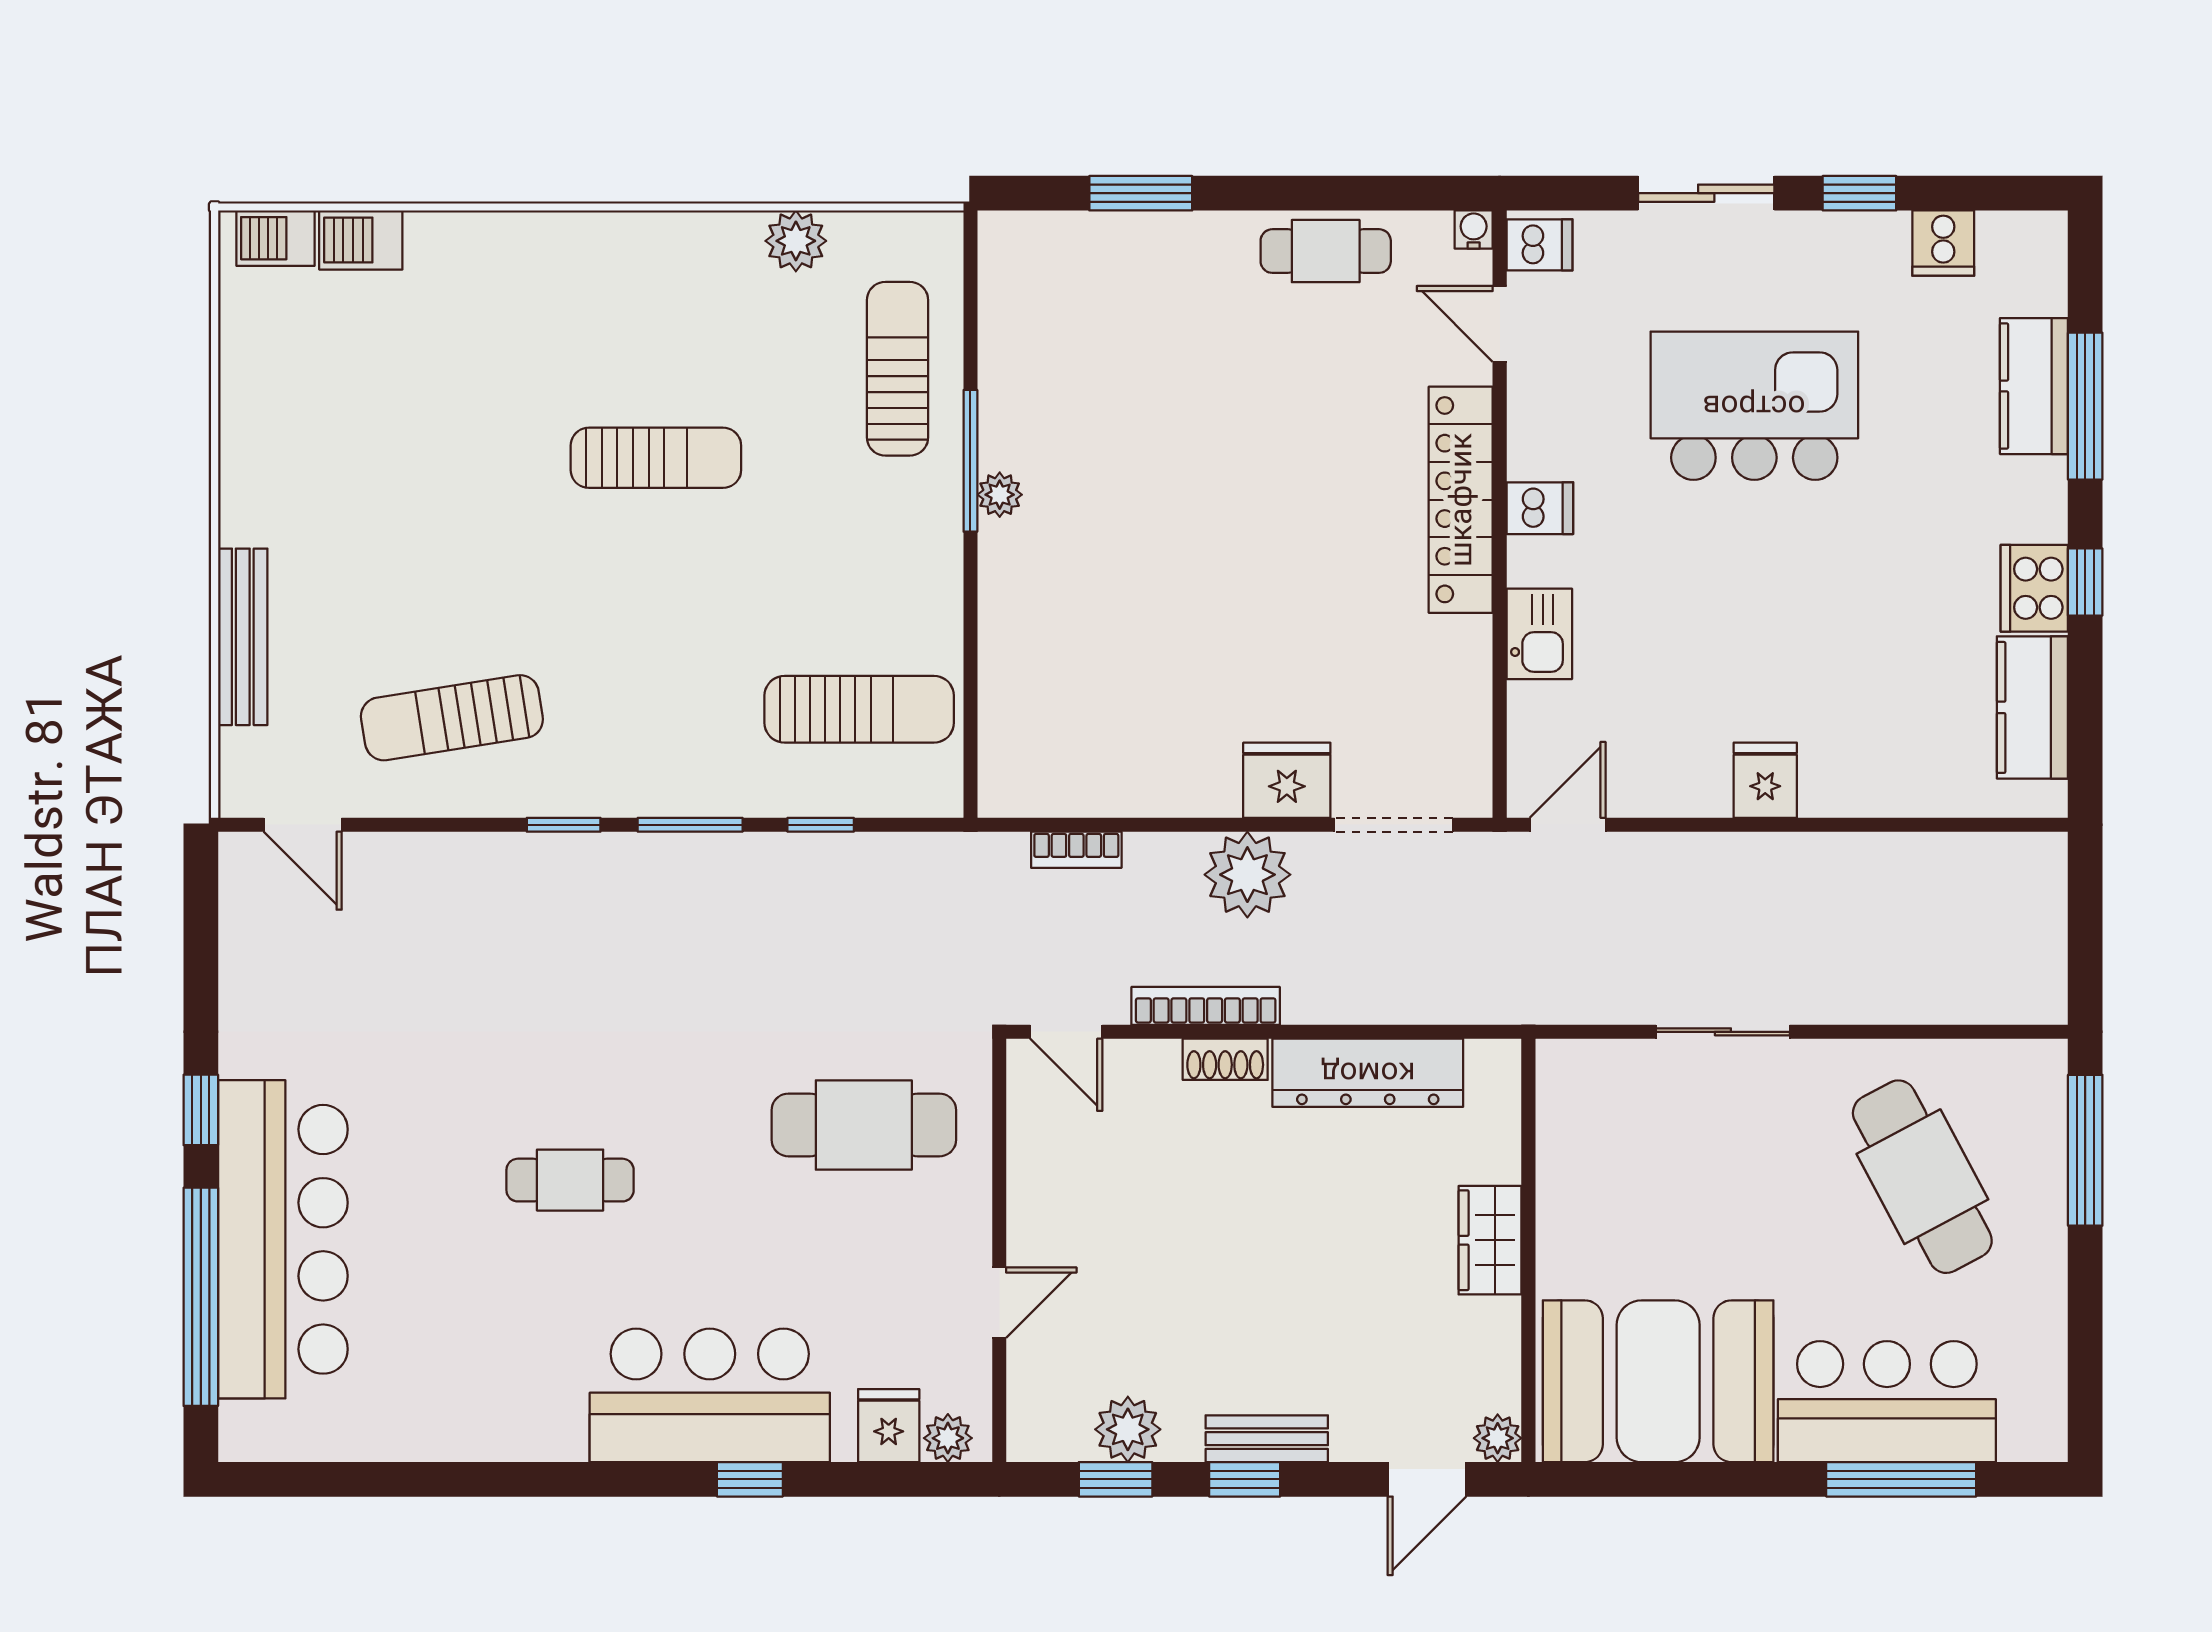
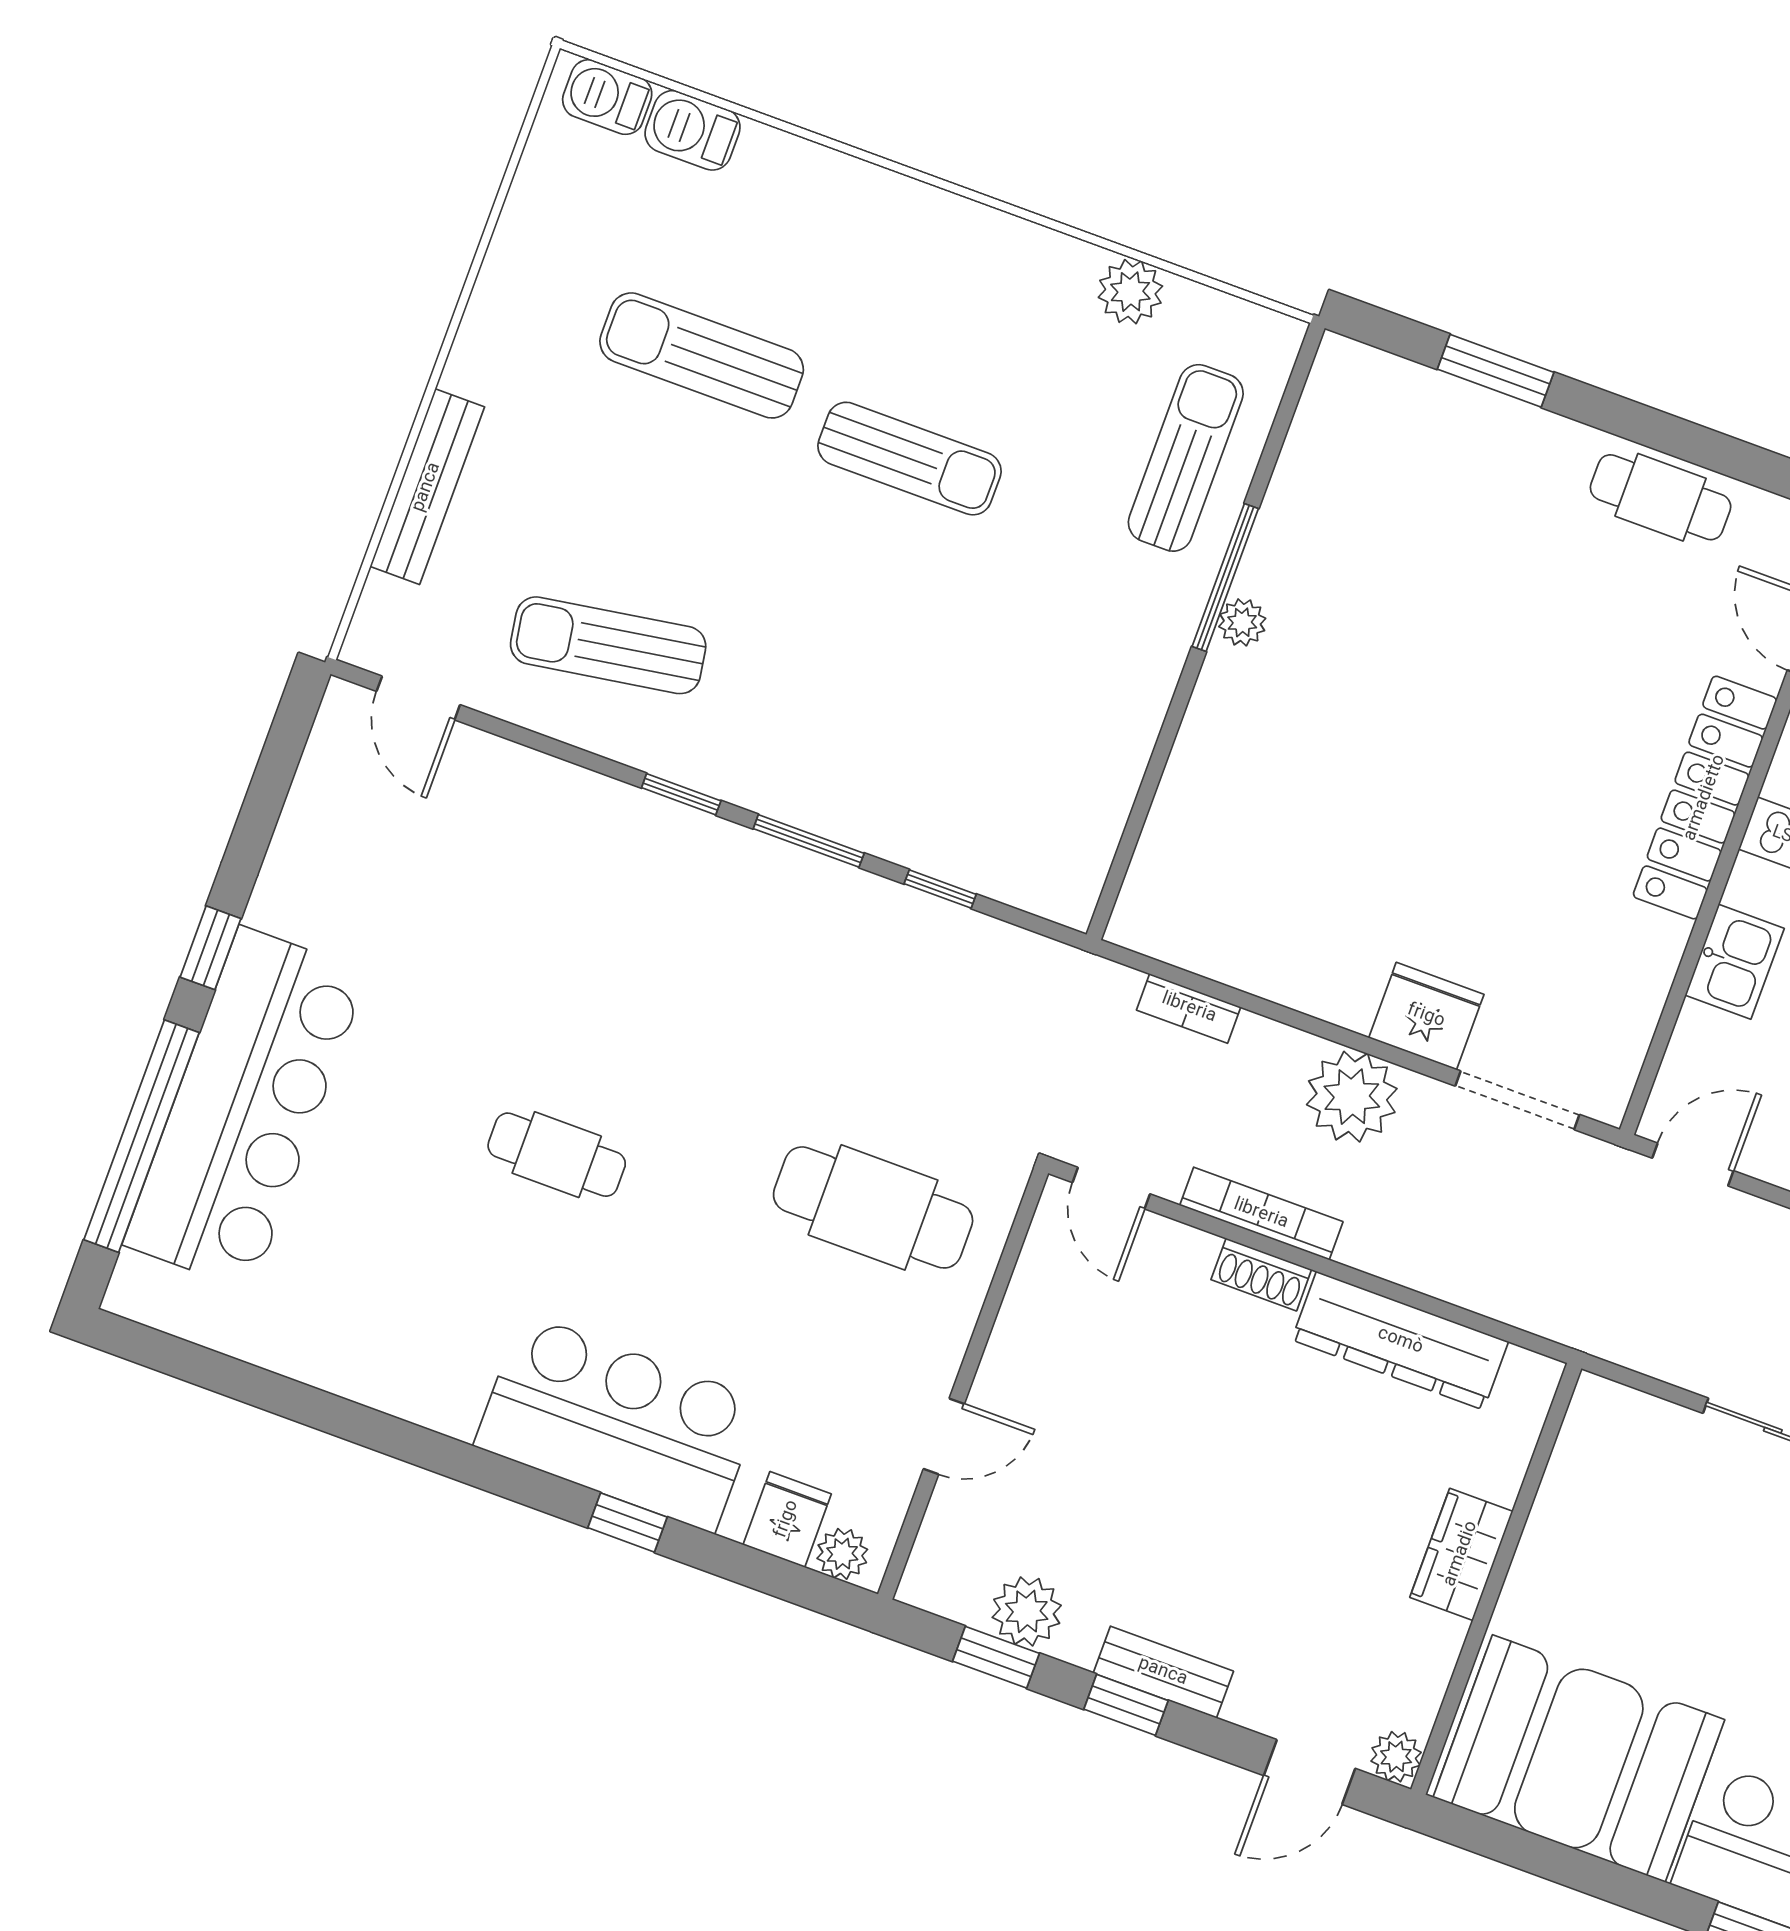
sun lounger: (859, 709) -> (702, 355), moved, turned 180

